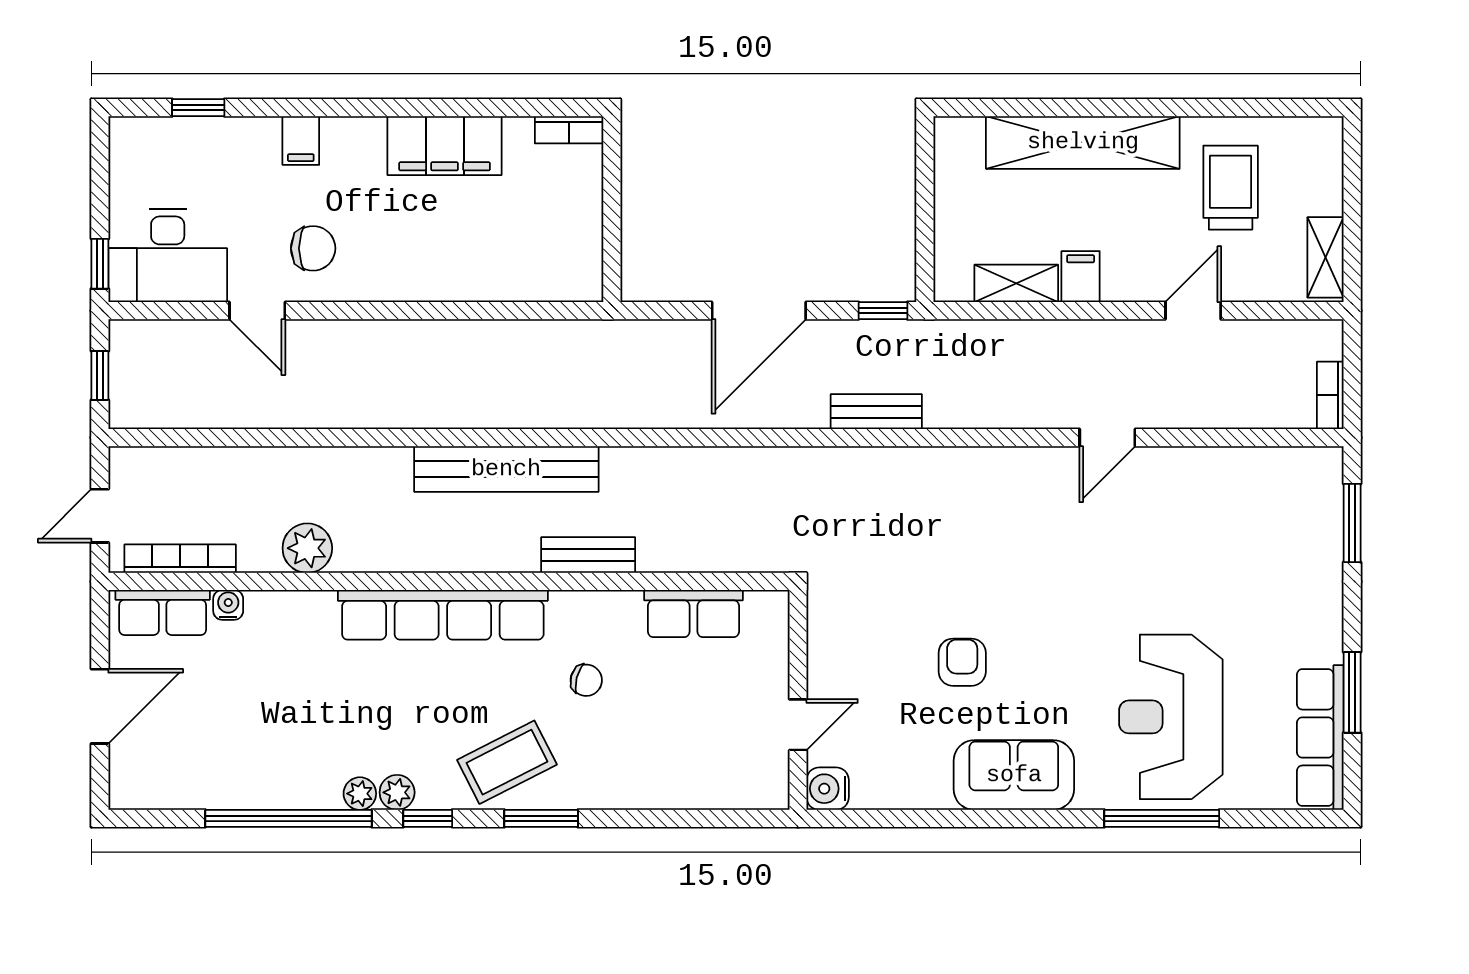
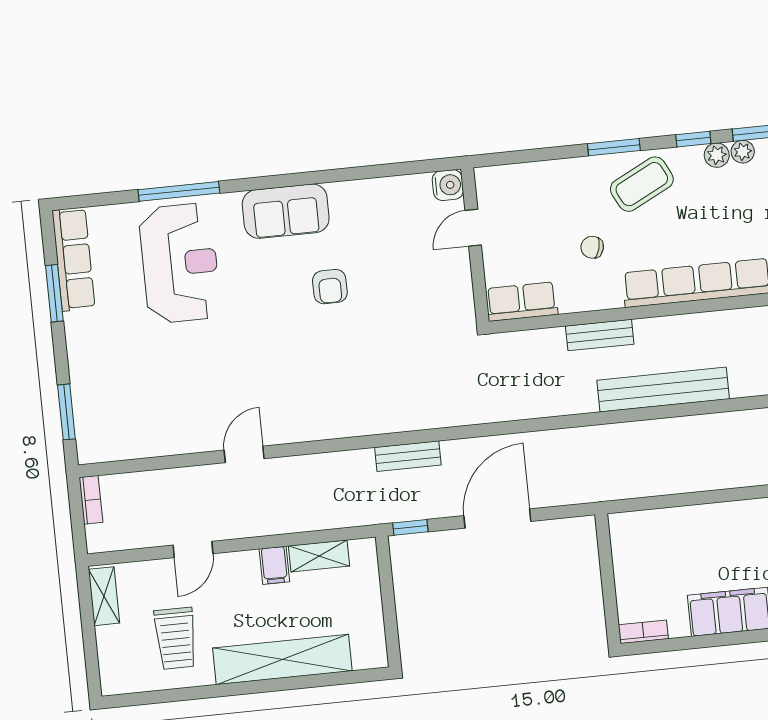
wall: (798, 700) -> (475, 245), moved
door: (798, 725) -> (473, 228), moved
water cooler: (828, 789) -> (448, 185), moved

